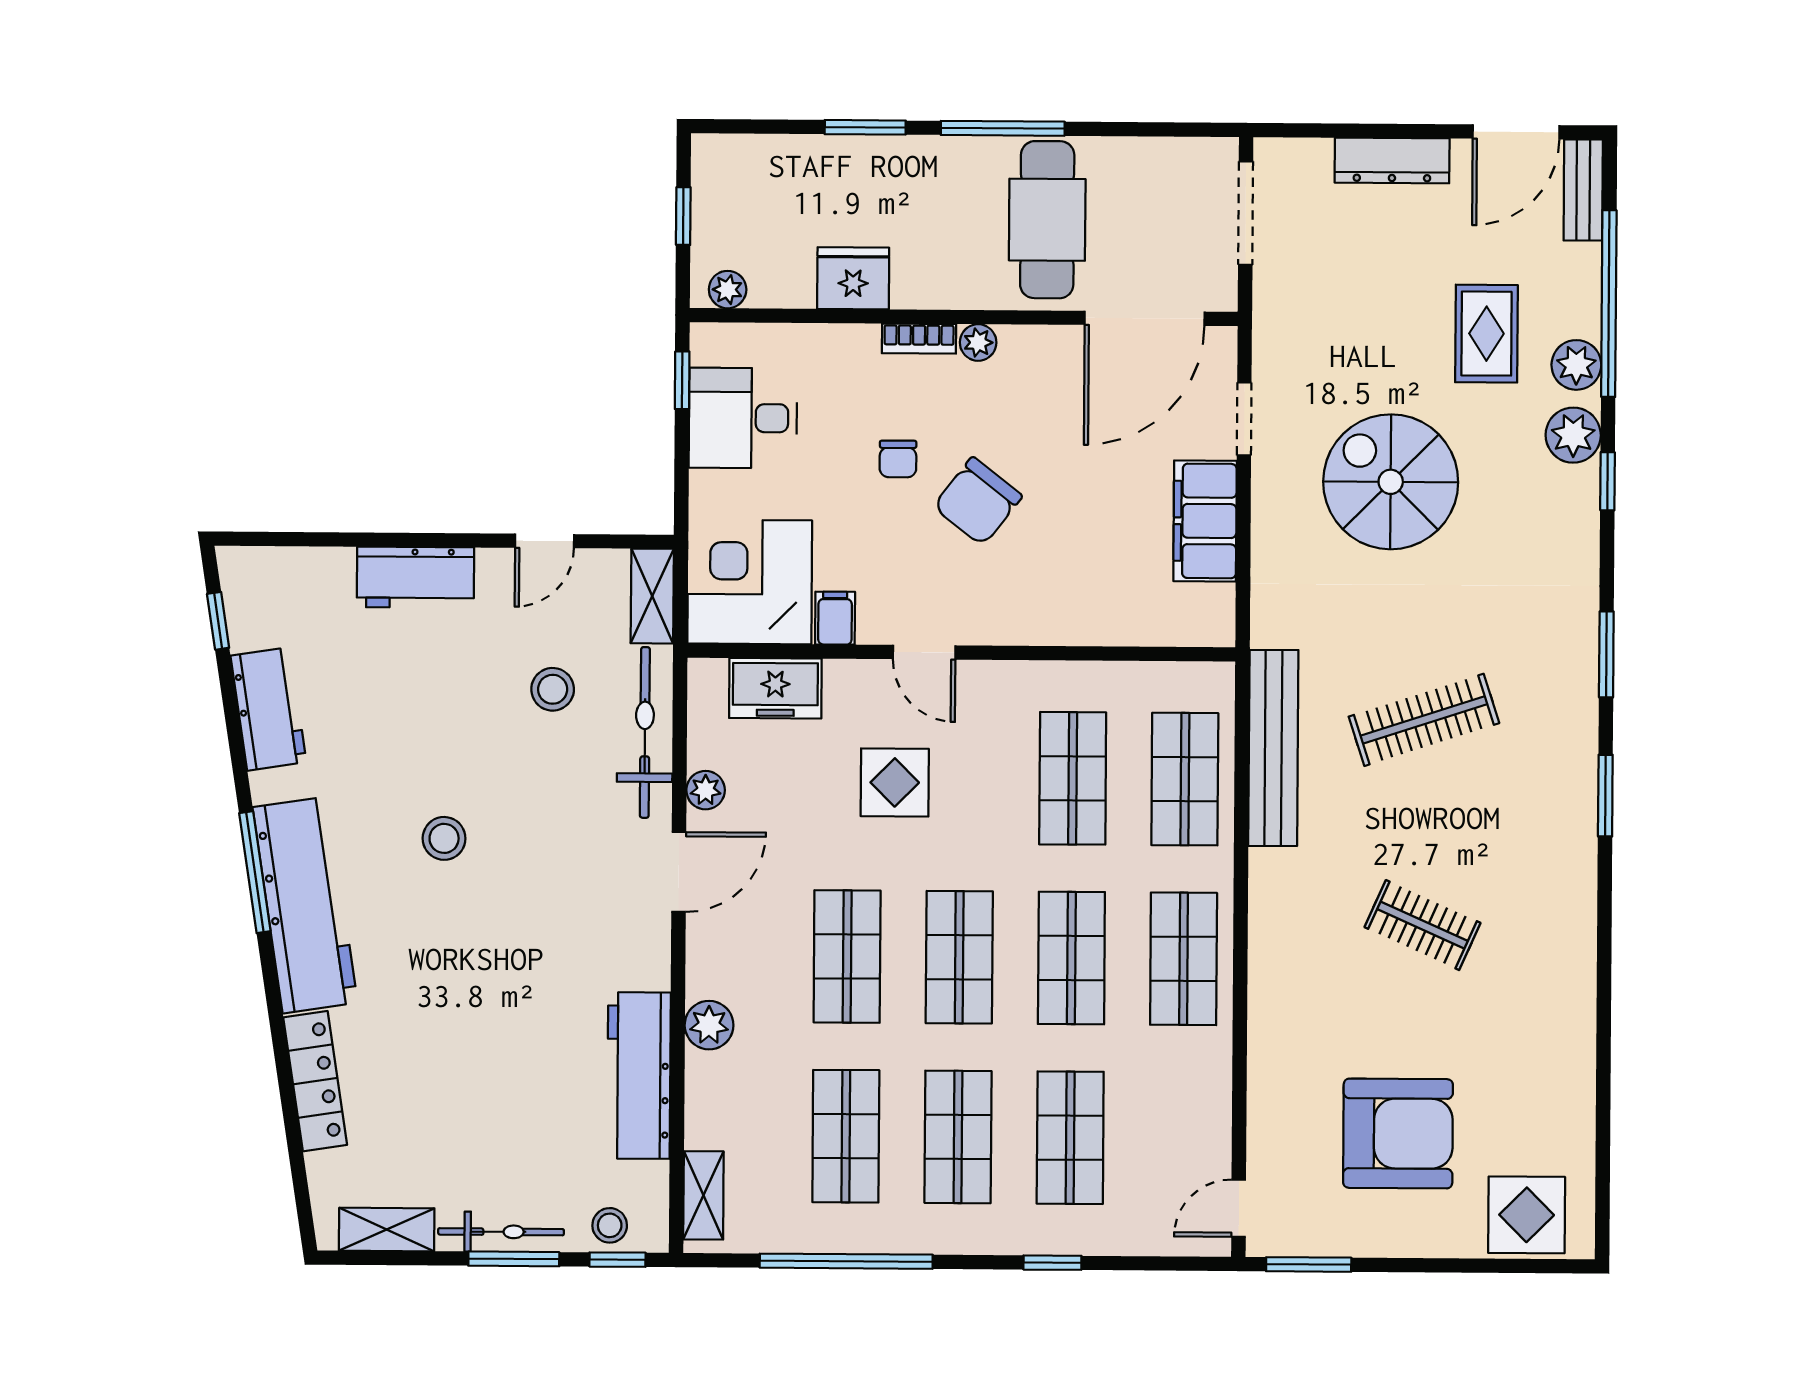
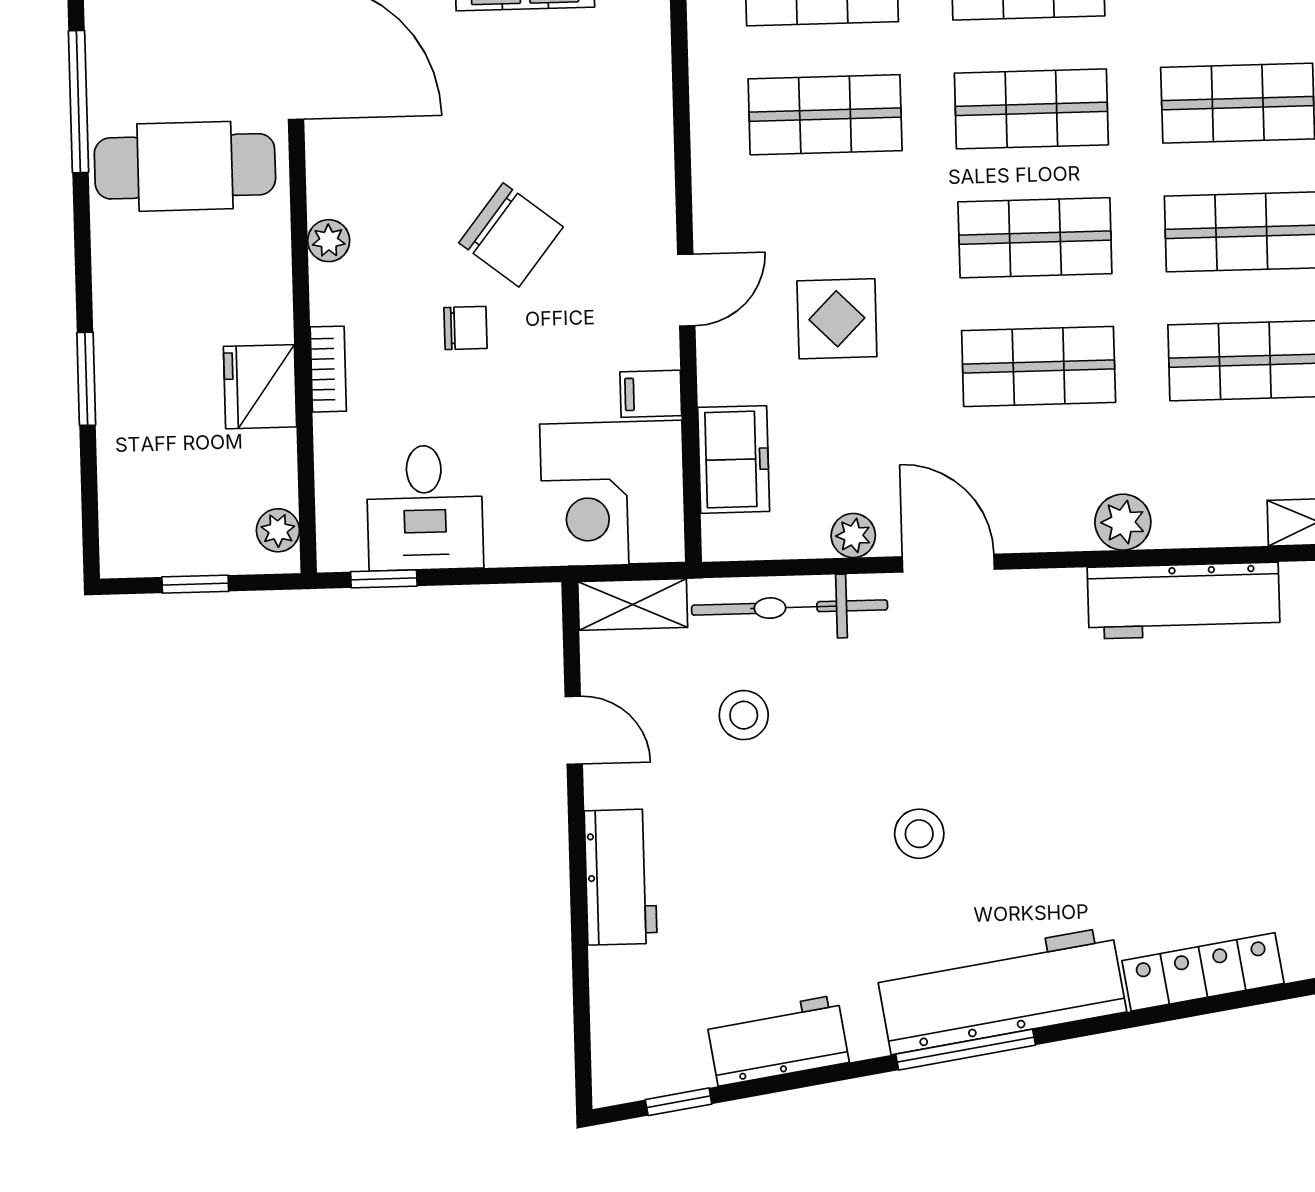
window: (1003, 128) -> (78, 102), moved
bookcase: (919, 339) -> (328, 369), moved

